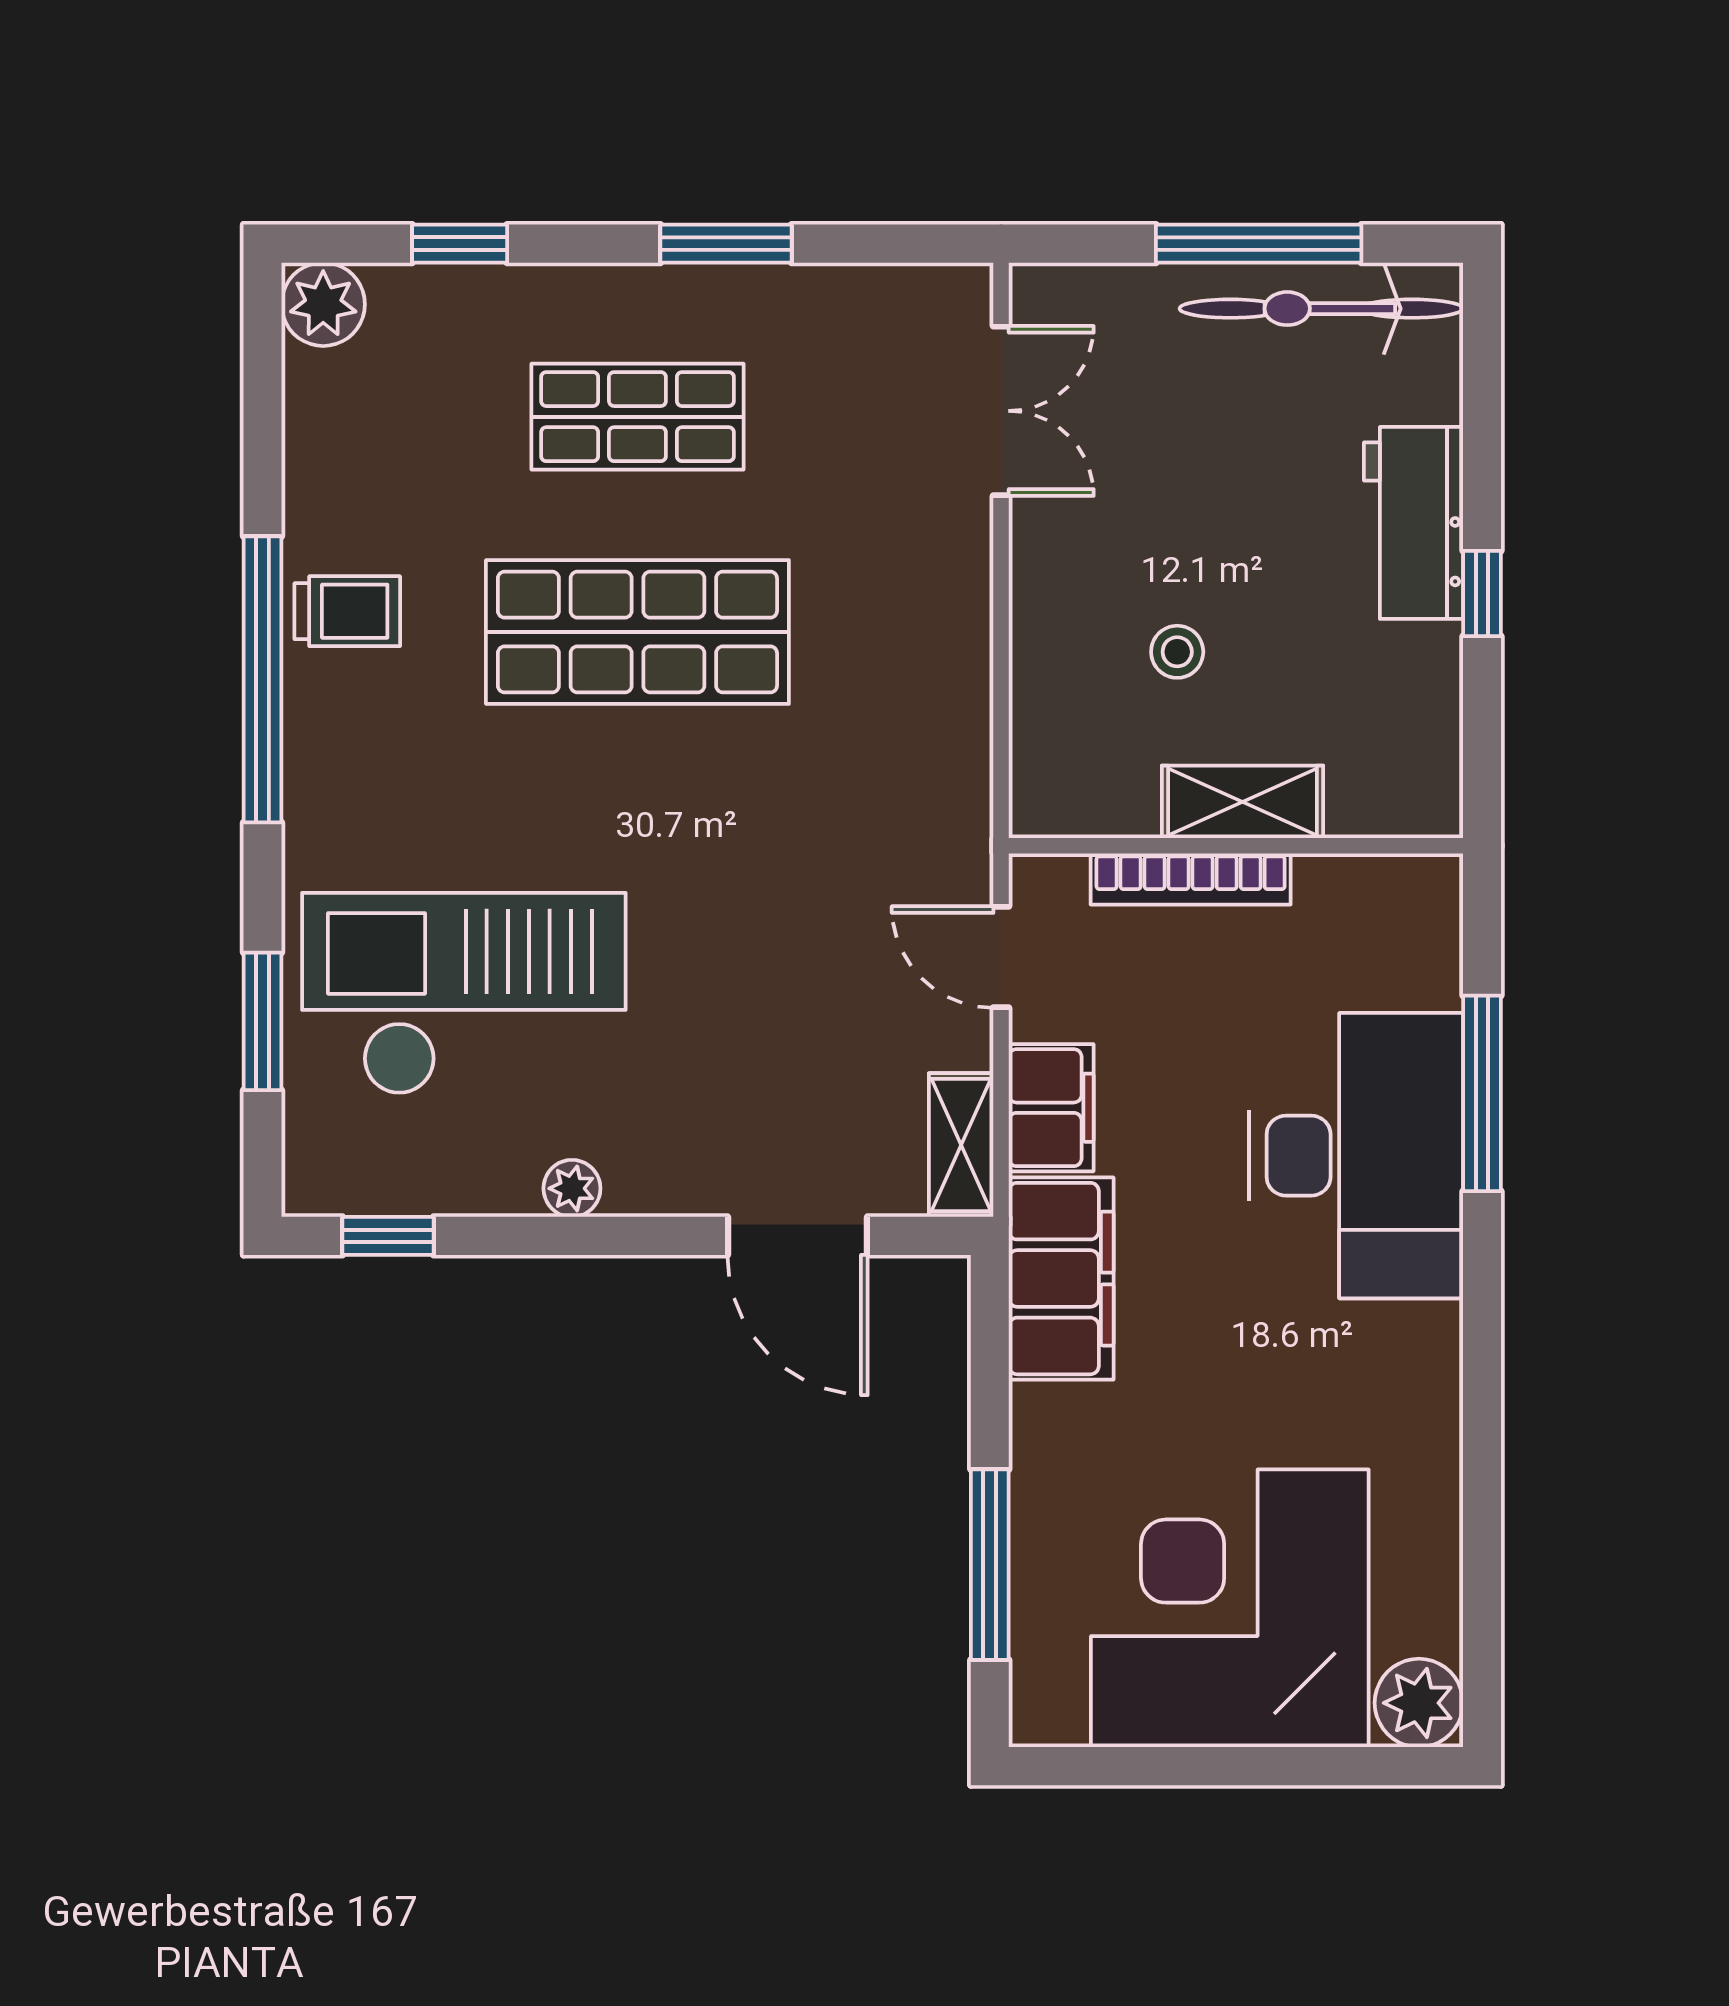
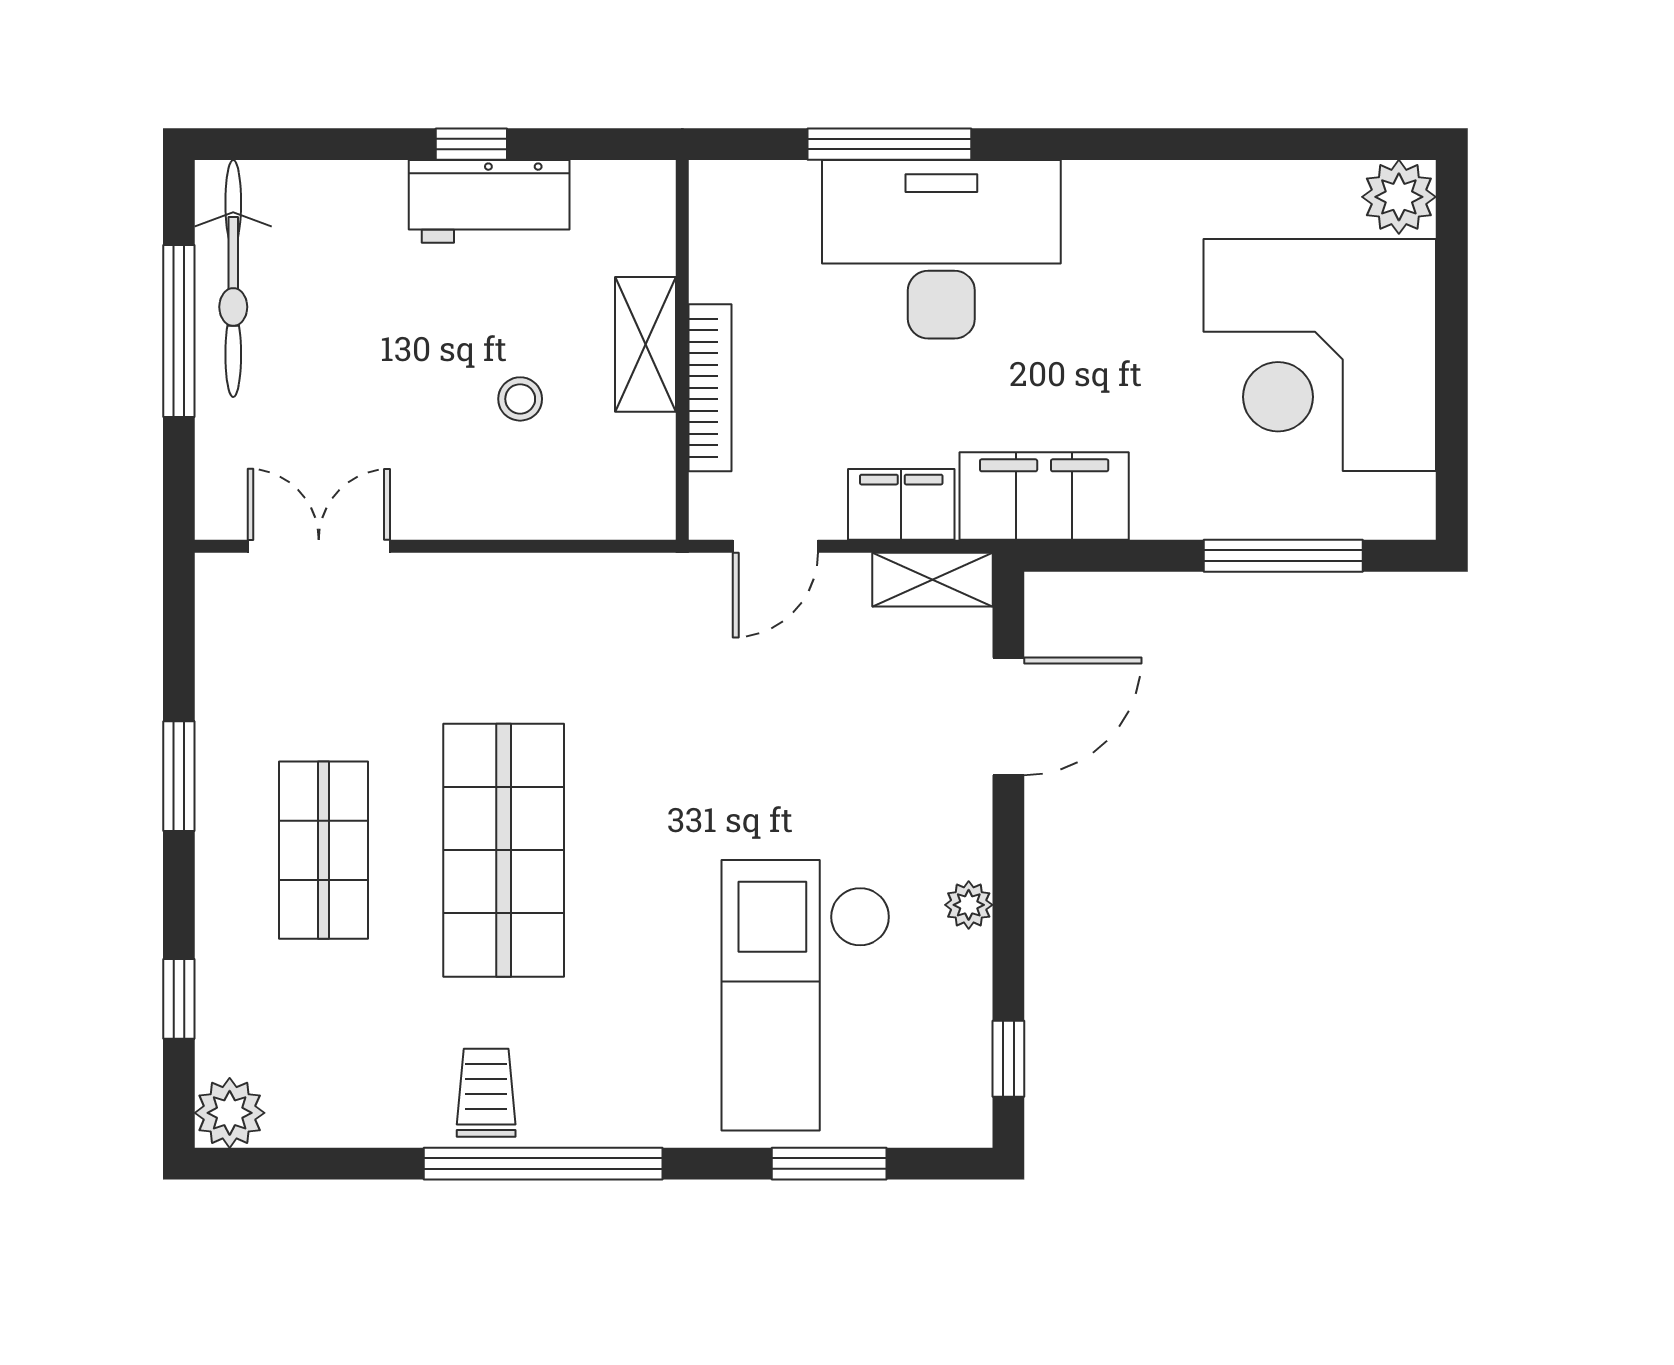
workbench: (1414, 523) -> (489, 201), moved

